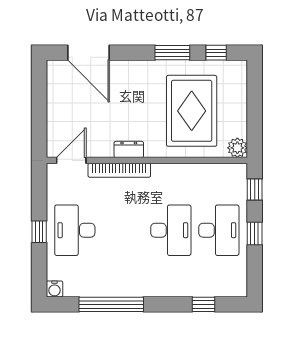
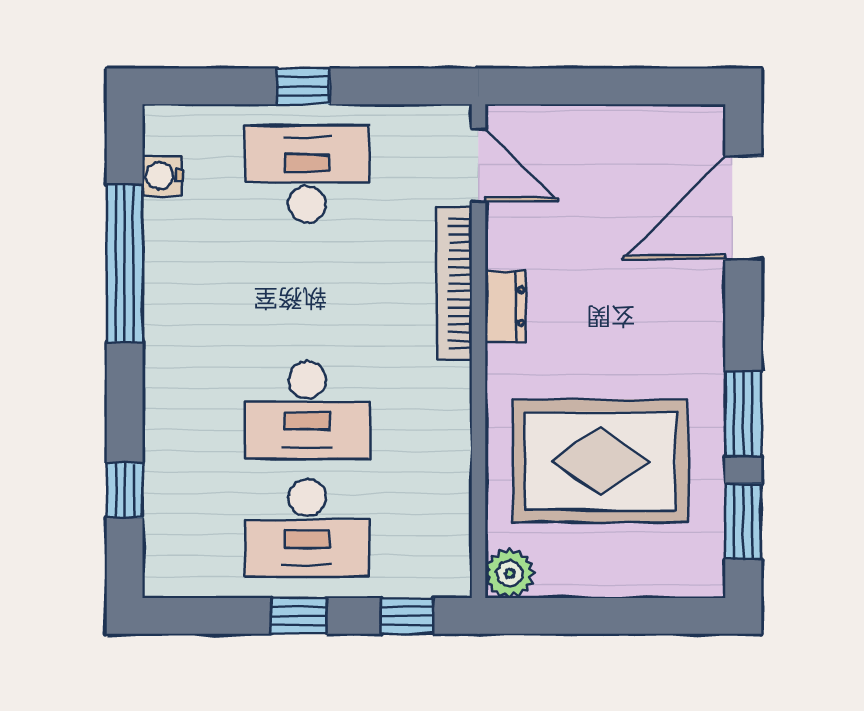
window: (216, 53) -> (743, 521), width x1.50
water cooler: (54, 289) -> (163, 176), moved

